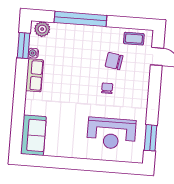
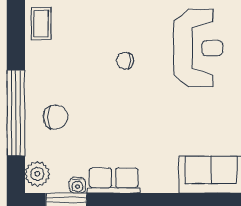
chair: (114, 61) -> (55, 117), moved, turned -99

